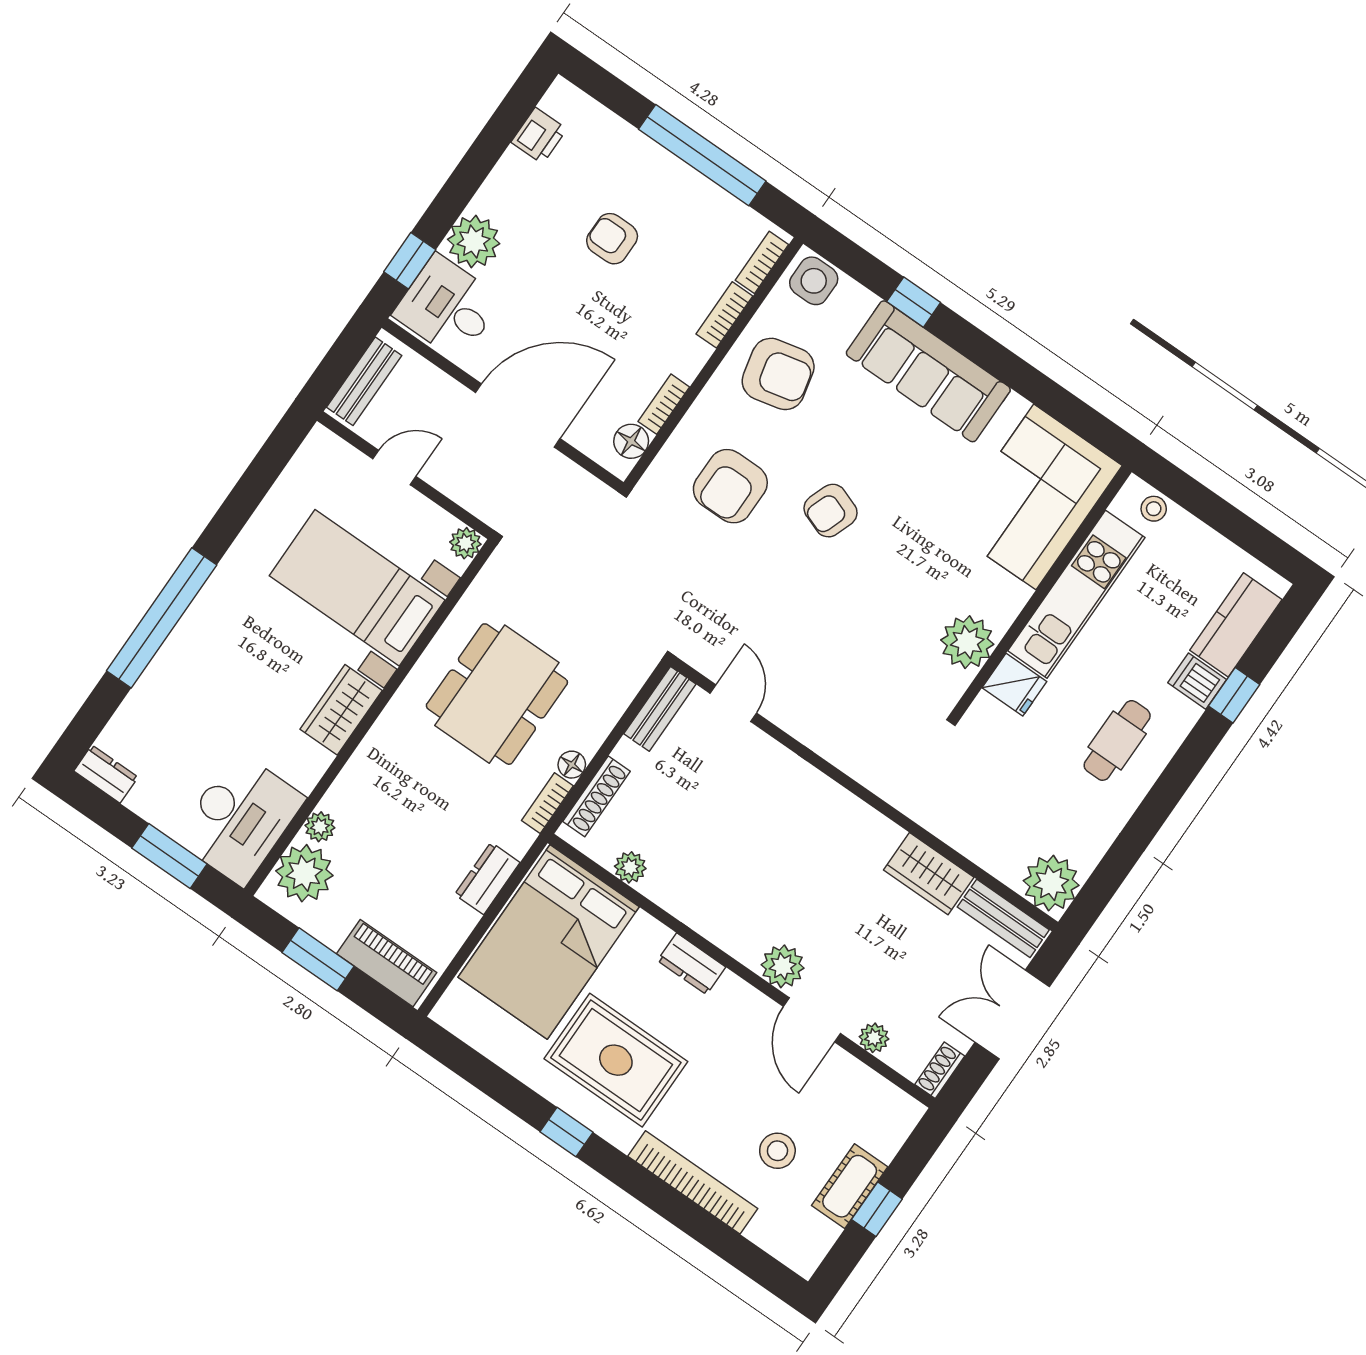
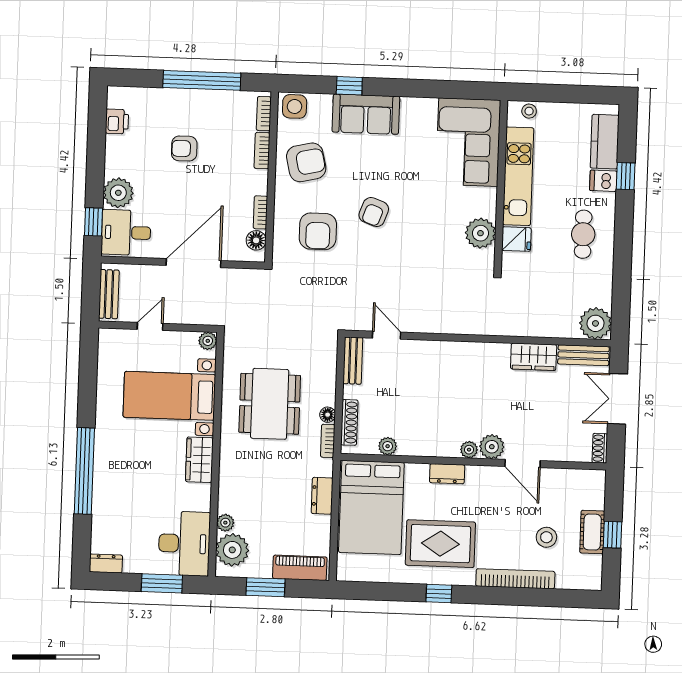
sofa: (928, 371) -> (366, 114), width x0.73
plant: (874, 1038) -> (469, 450), moved

